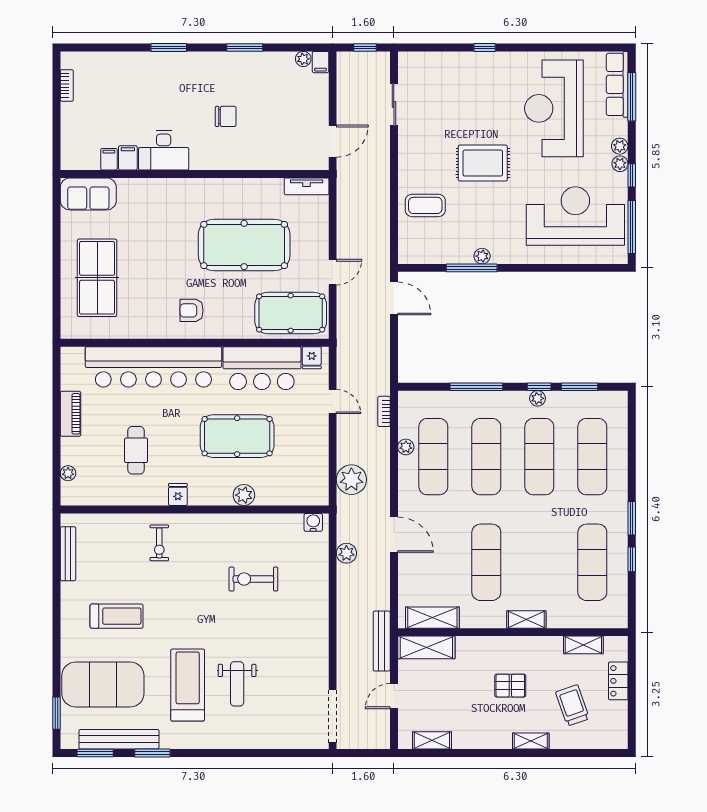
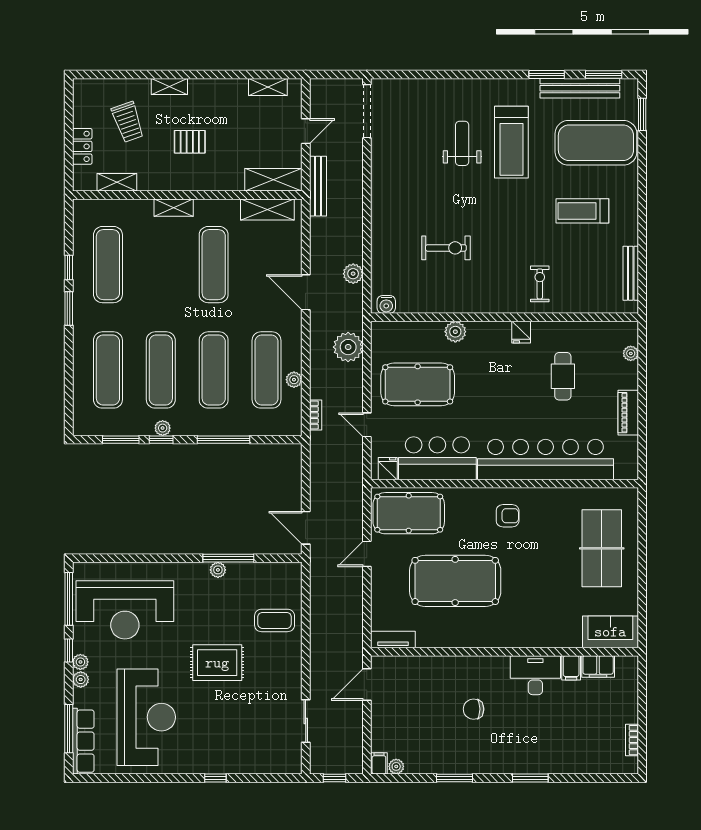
filing cabinet: (109, 159) -> (598, 666), width x2.00
pool table: (237, 436) -> (418, 384), moved

